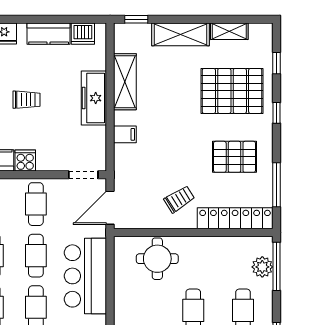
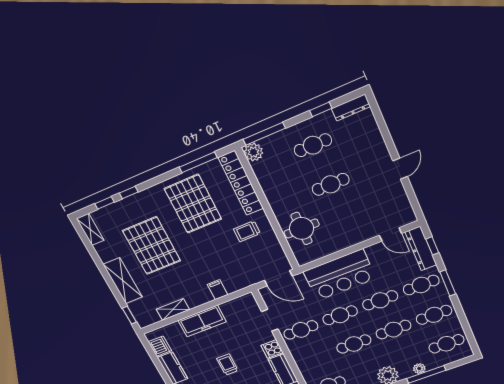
shelving: (229, 31) -> (90, 229), moved
shelving: (125, 82) -> (173, 309), width x0.67, depth x0.75
pallet: (232, 91) -> (152, 246), moved
window: (276, 113) -> (129, 192), moved
pallet: (235, 157) -> (193, 204), width x1.37, depth x1.41
doorway: (83, 175) -> (270, 320), moved
trolley: (179, 199) -> (247, 231), turned -58
plant: (262, 267) -> (253, 152), moved

